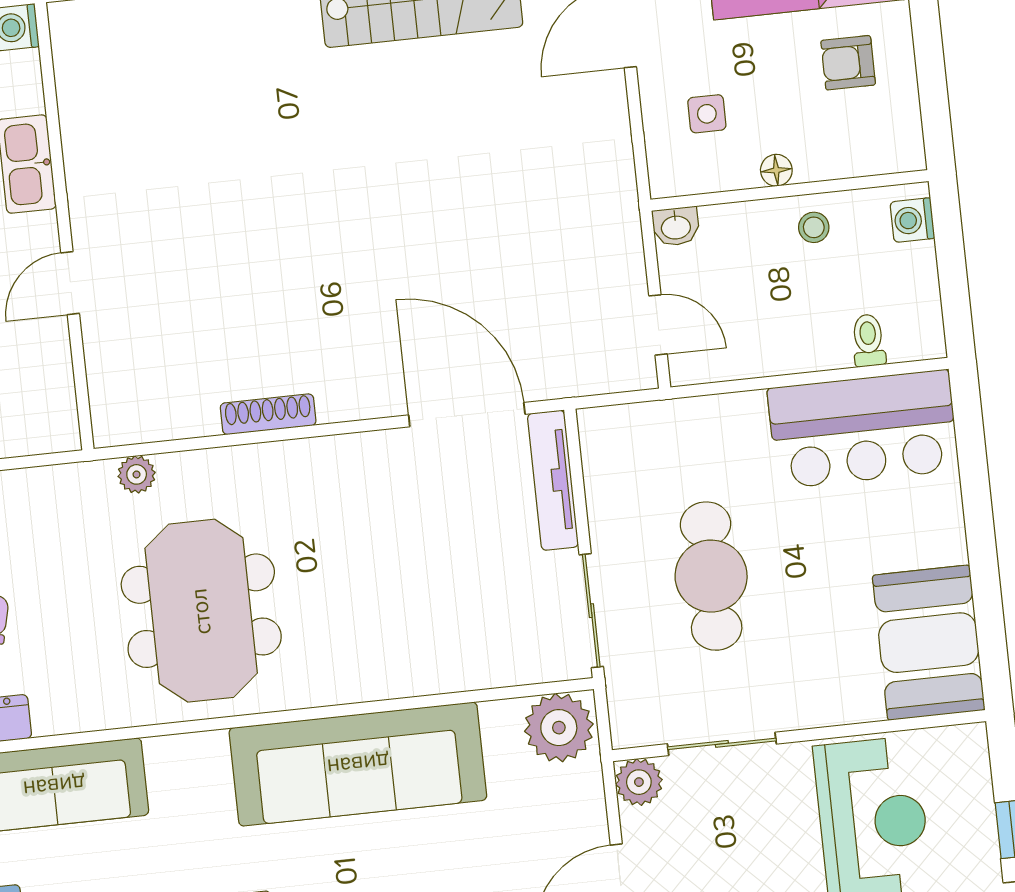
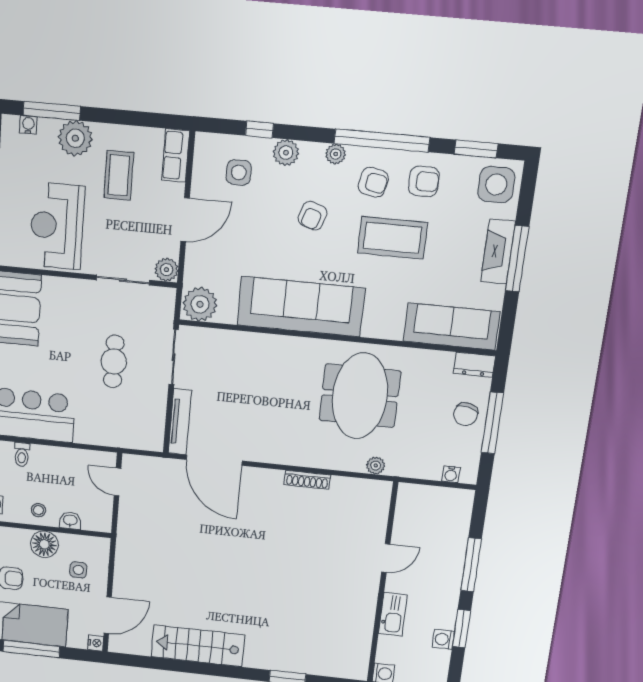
floor lamp: (776, 170) -> (44, 544), width x1.89, depth x1.89
washbasin: (676, 226) -> (70, 521), moved
cafe table: (711, 576) -> (114, 361), width x0.73, depth x0.74

